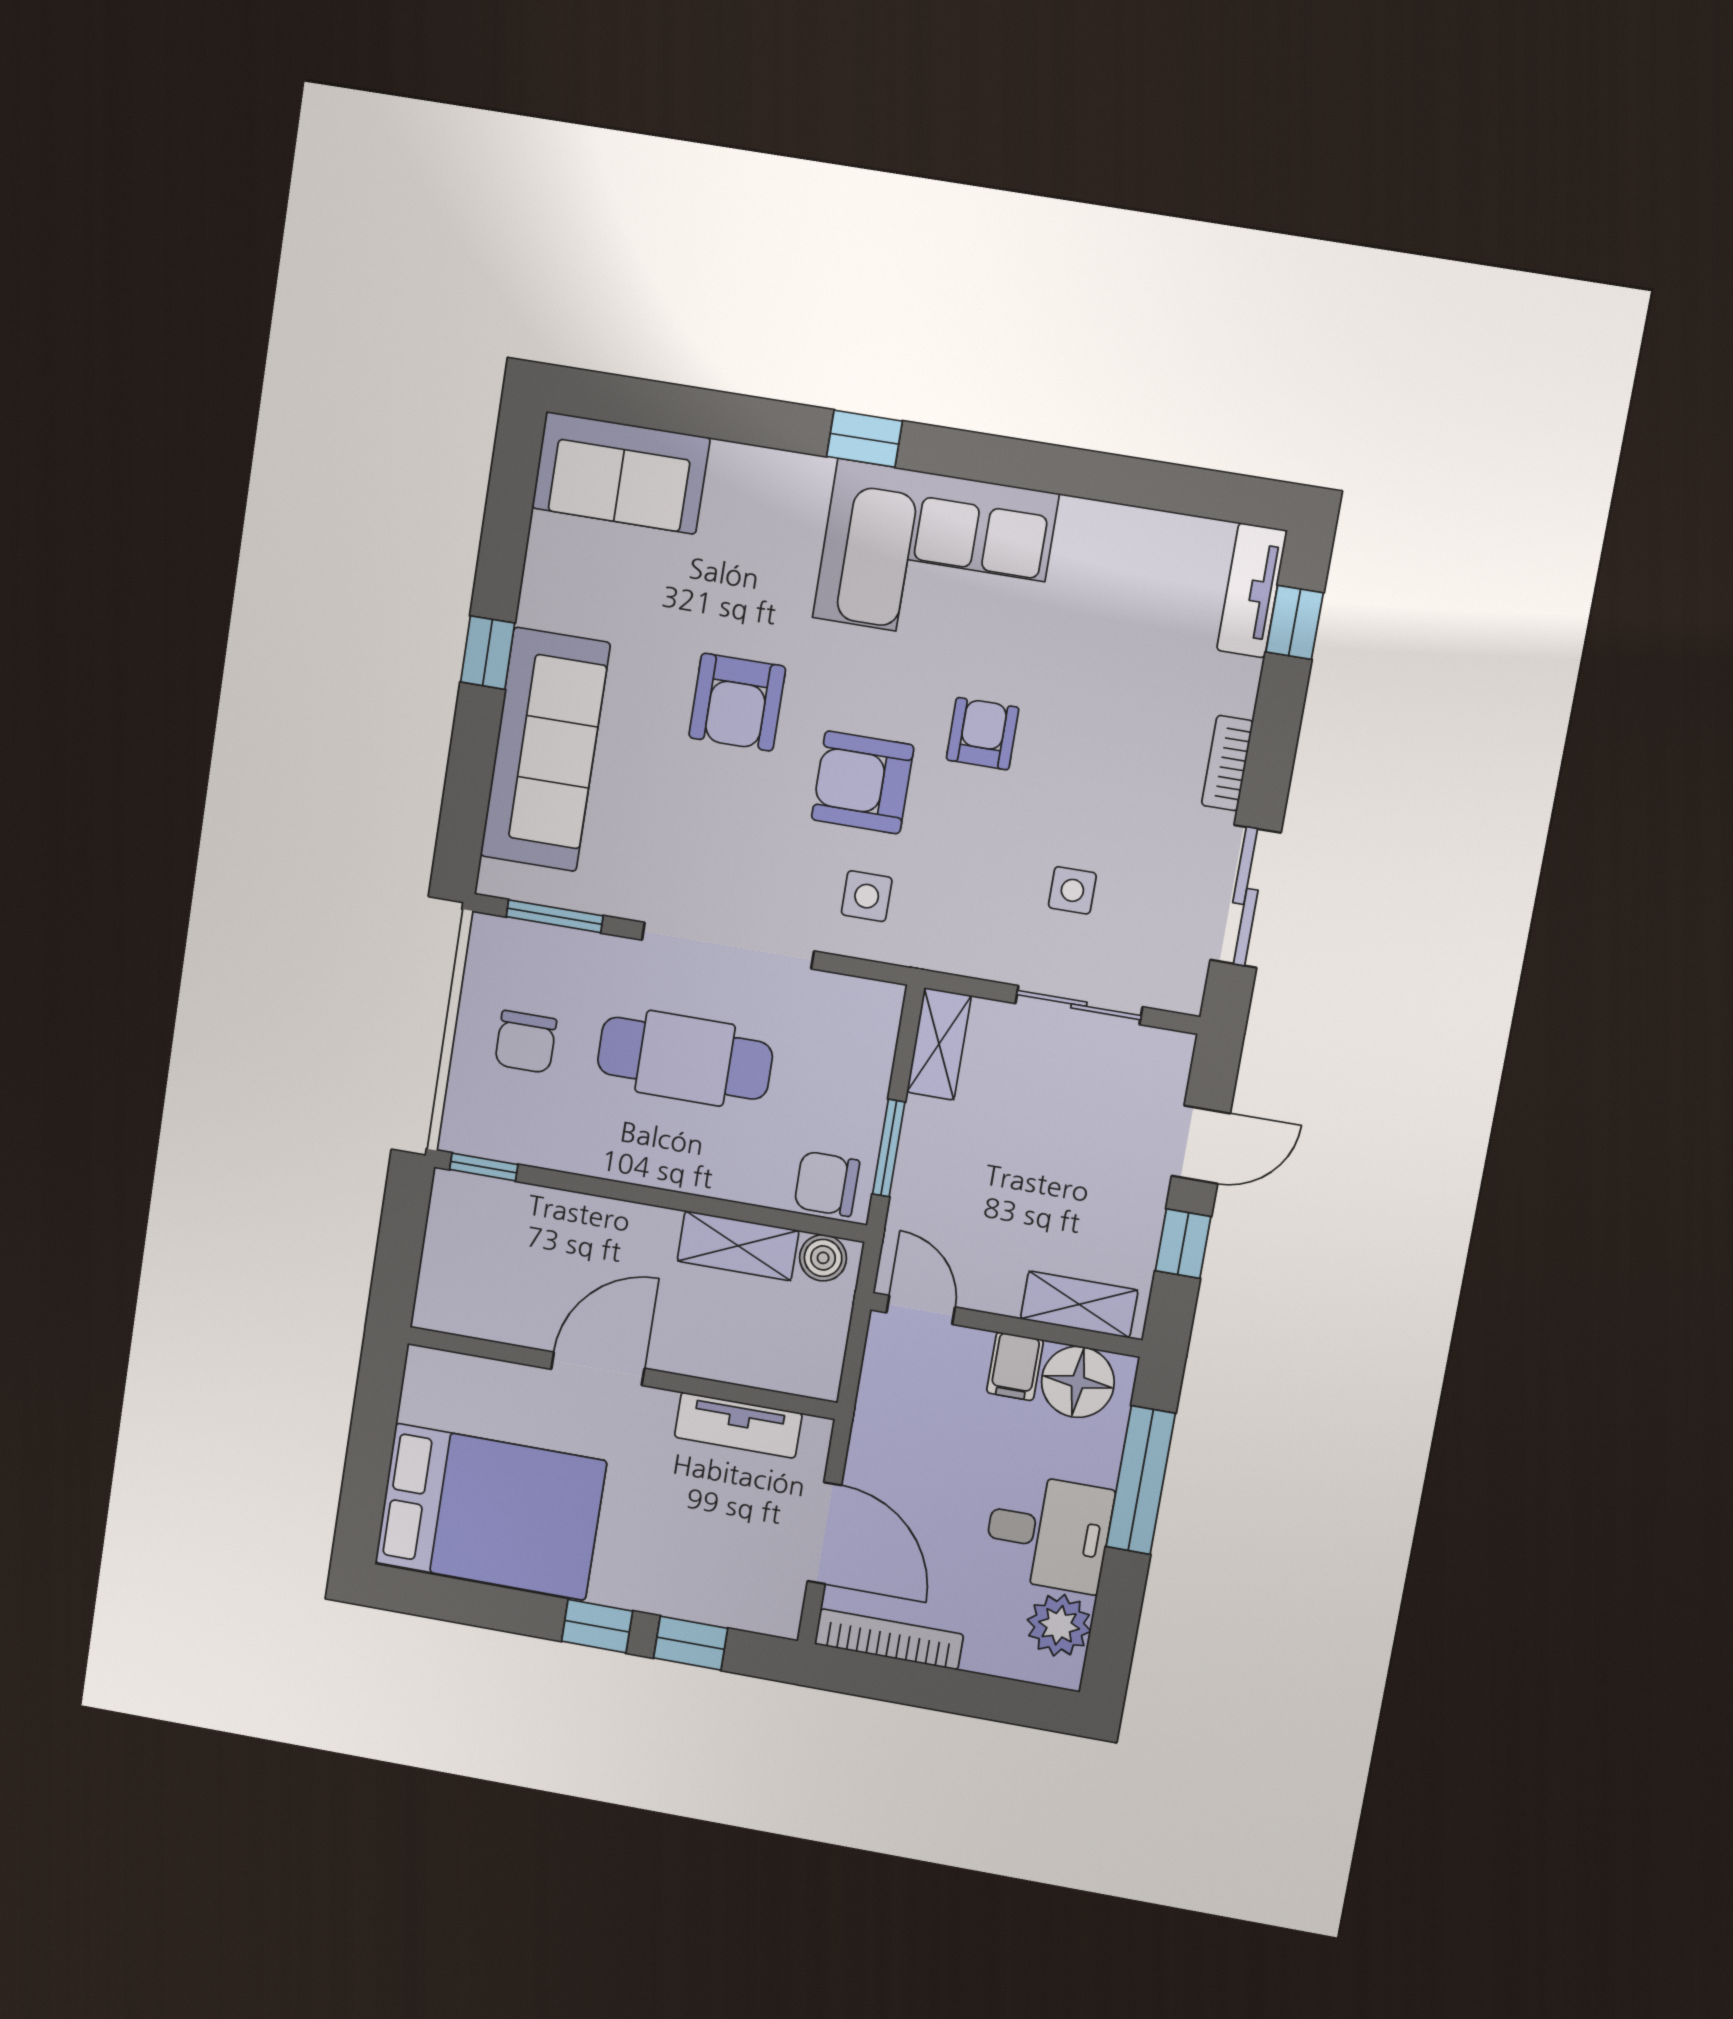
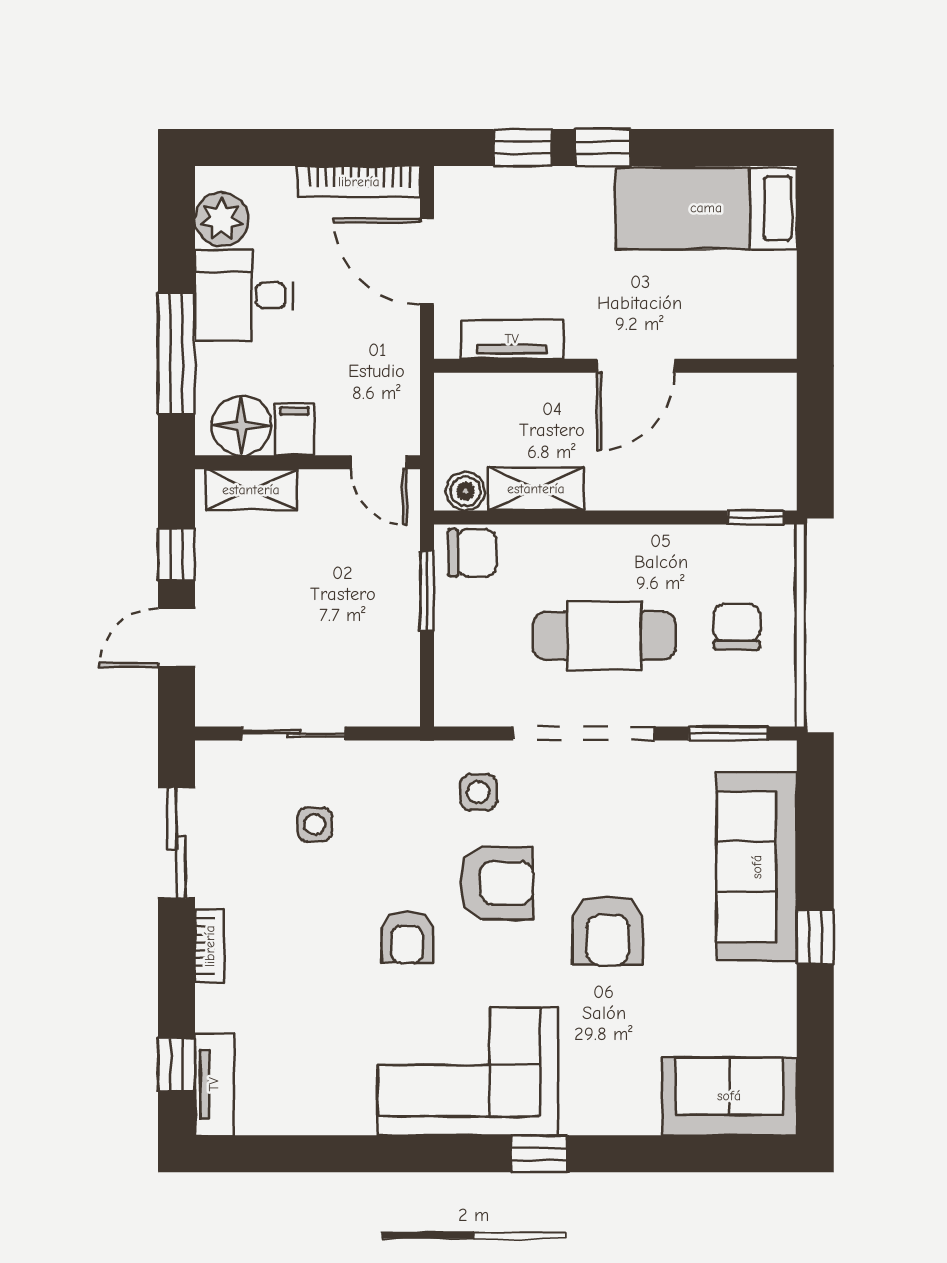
armchair: (737, 702) -> (607, 930), turned 180
shelving: (939, 1044) -> (400, 683), removed
bed: (491, 1512) -> (706, 208), width x0.67

